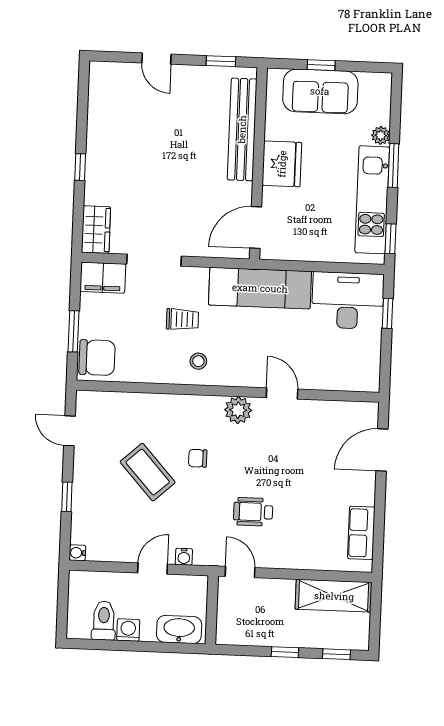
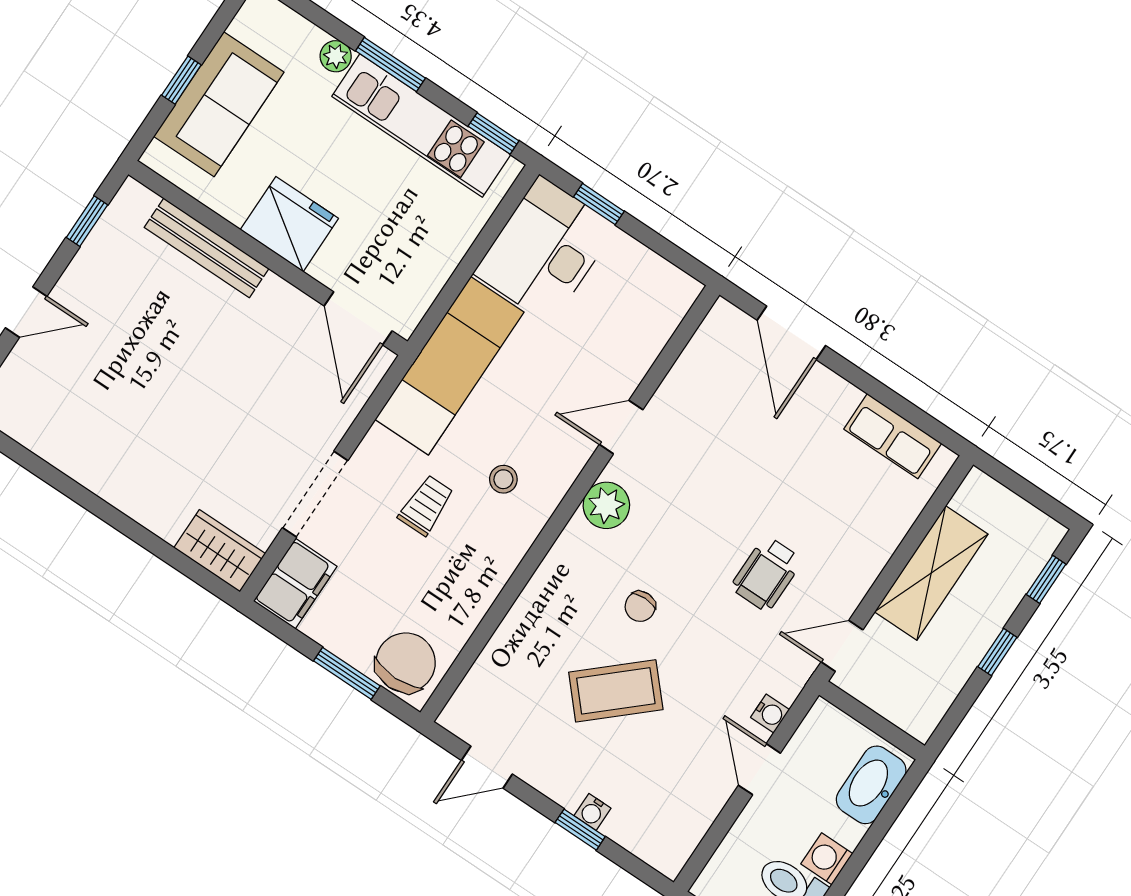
bench: (242, 129) -> (207, 248), width x0.73, depth x0.82
window: (80, 167) -> (115, 518), removed
stool: (198, 361) -> (503, 479), moved
water cooler: (77, 553) -> (592, 812), moved
shelving: (334, 596) -> (931, 573), moved

